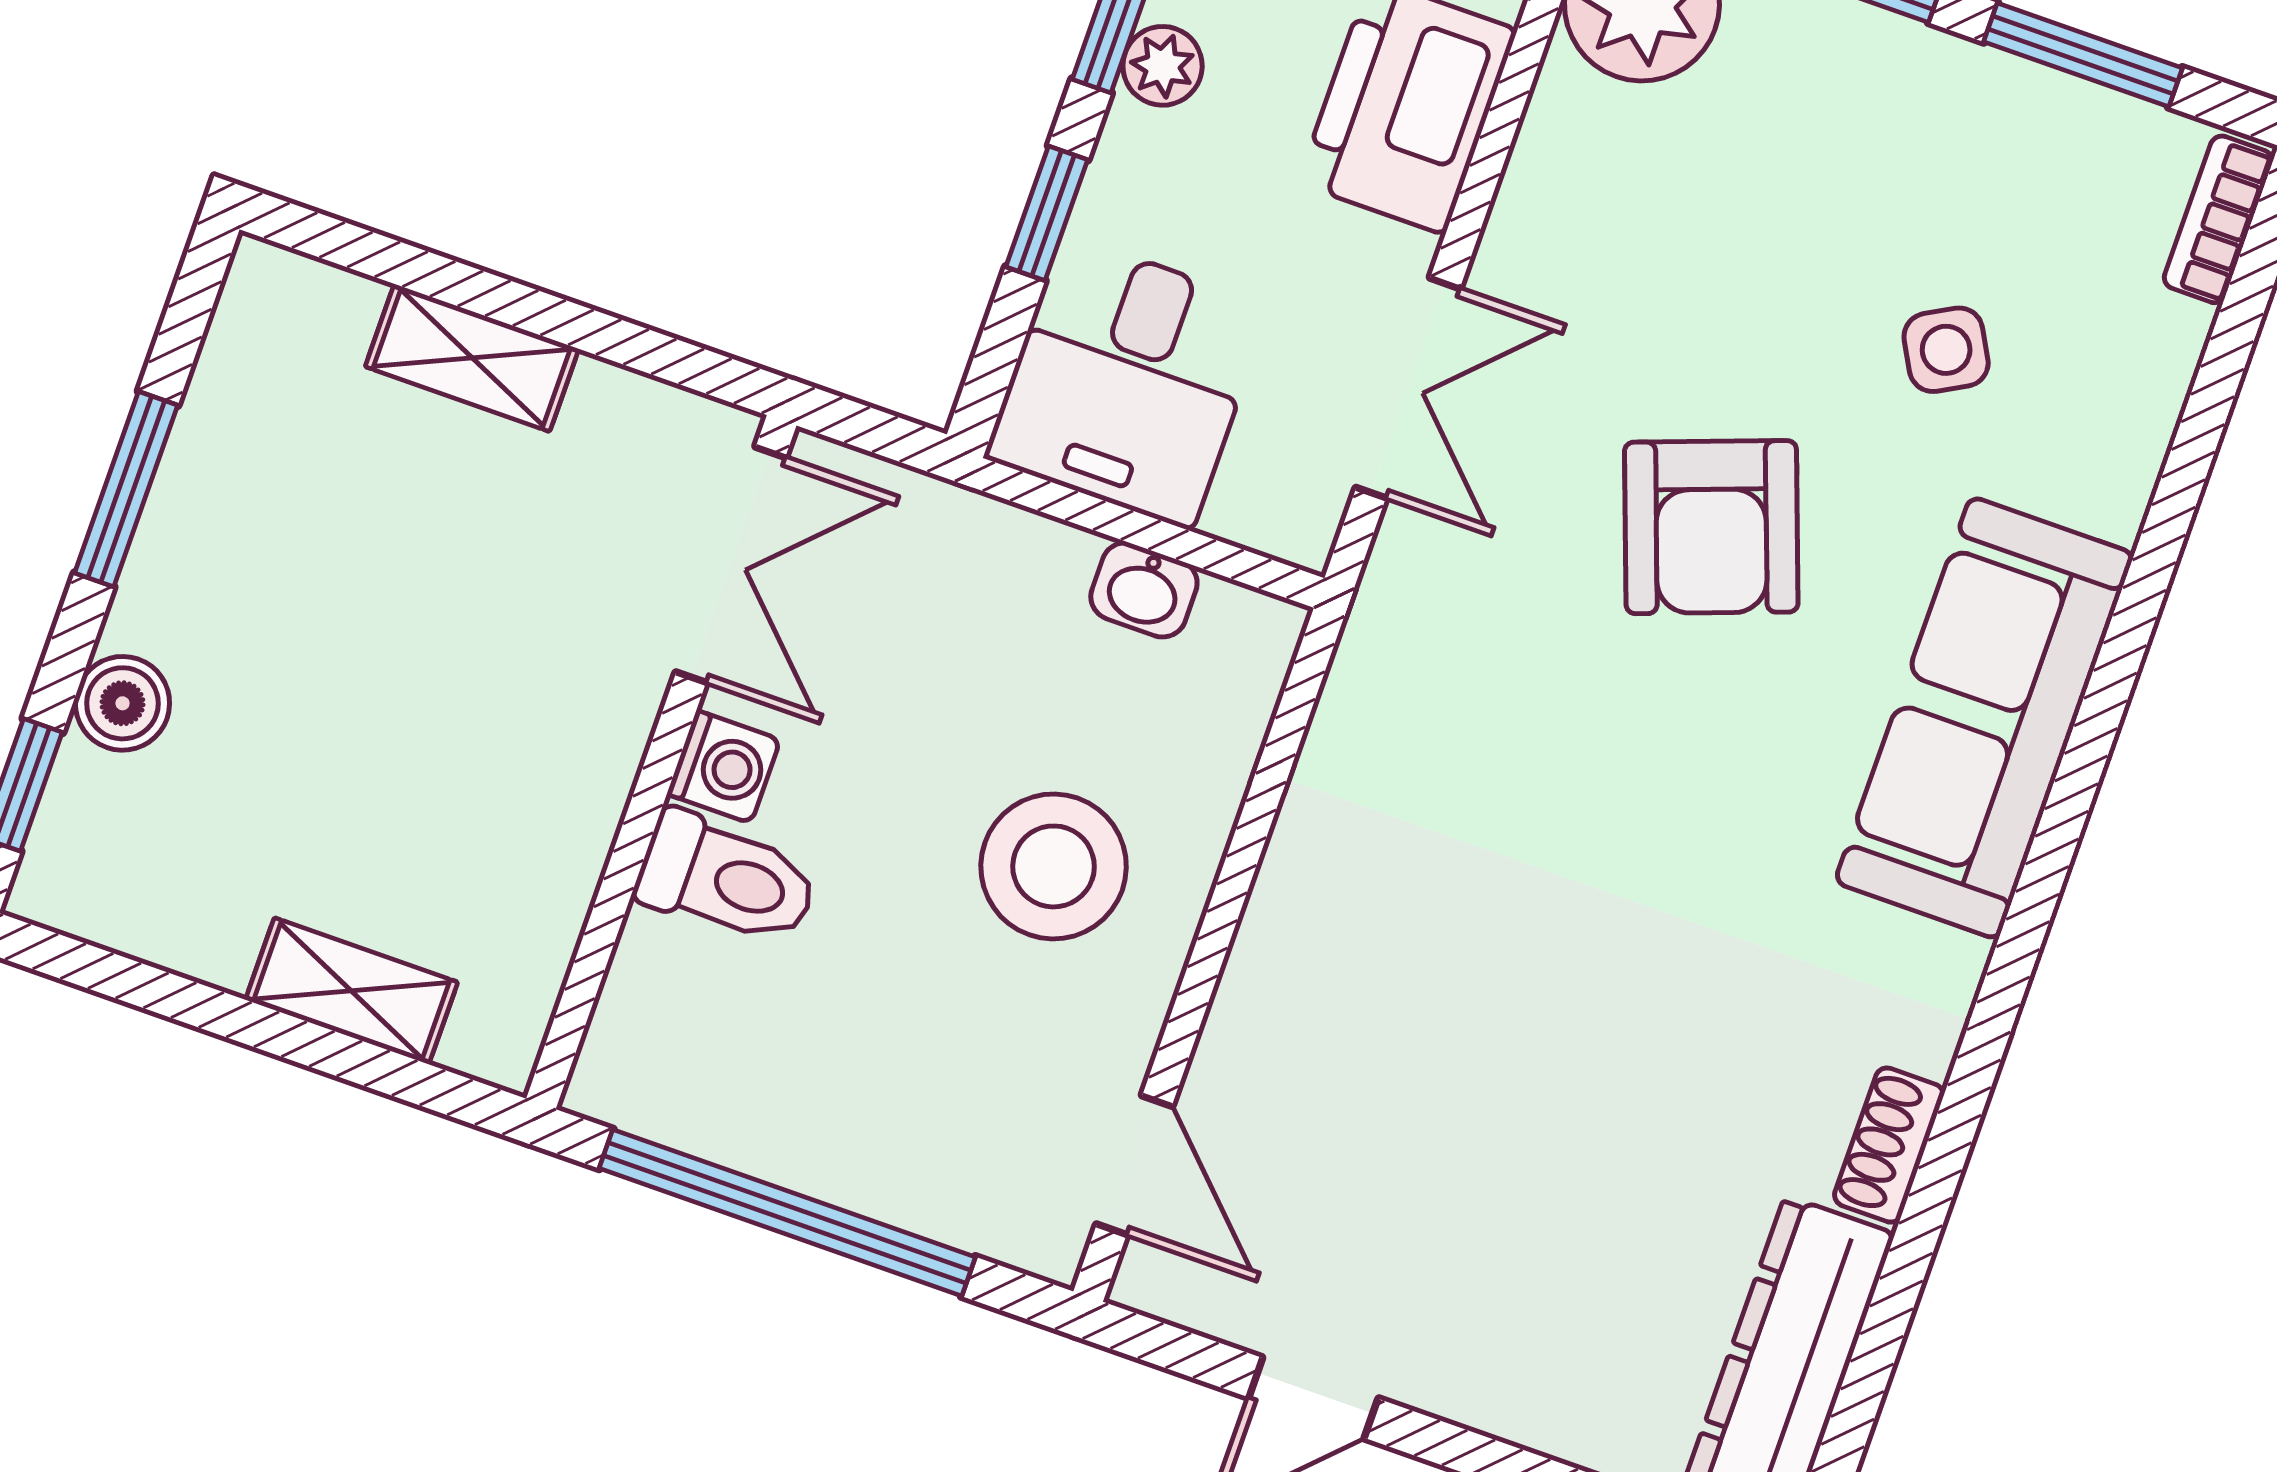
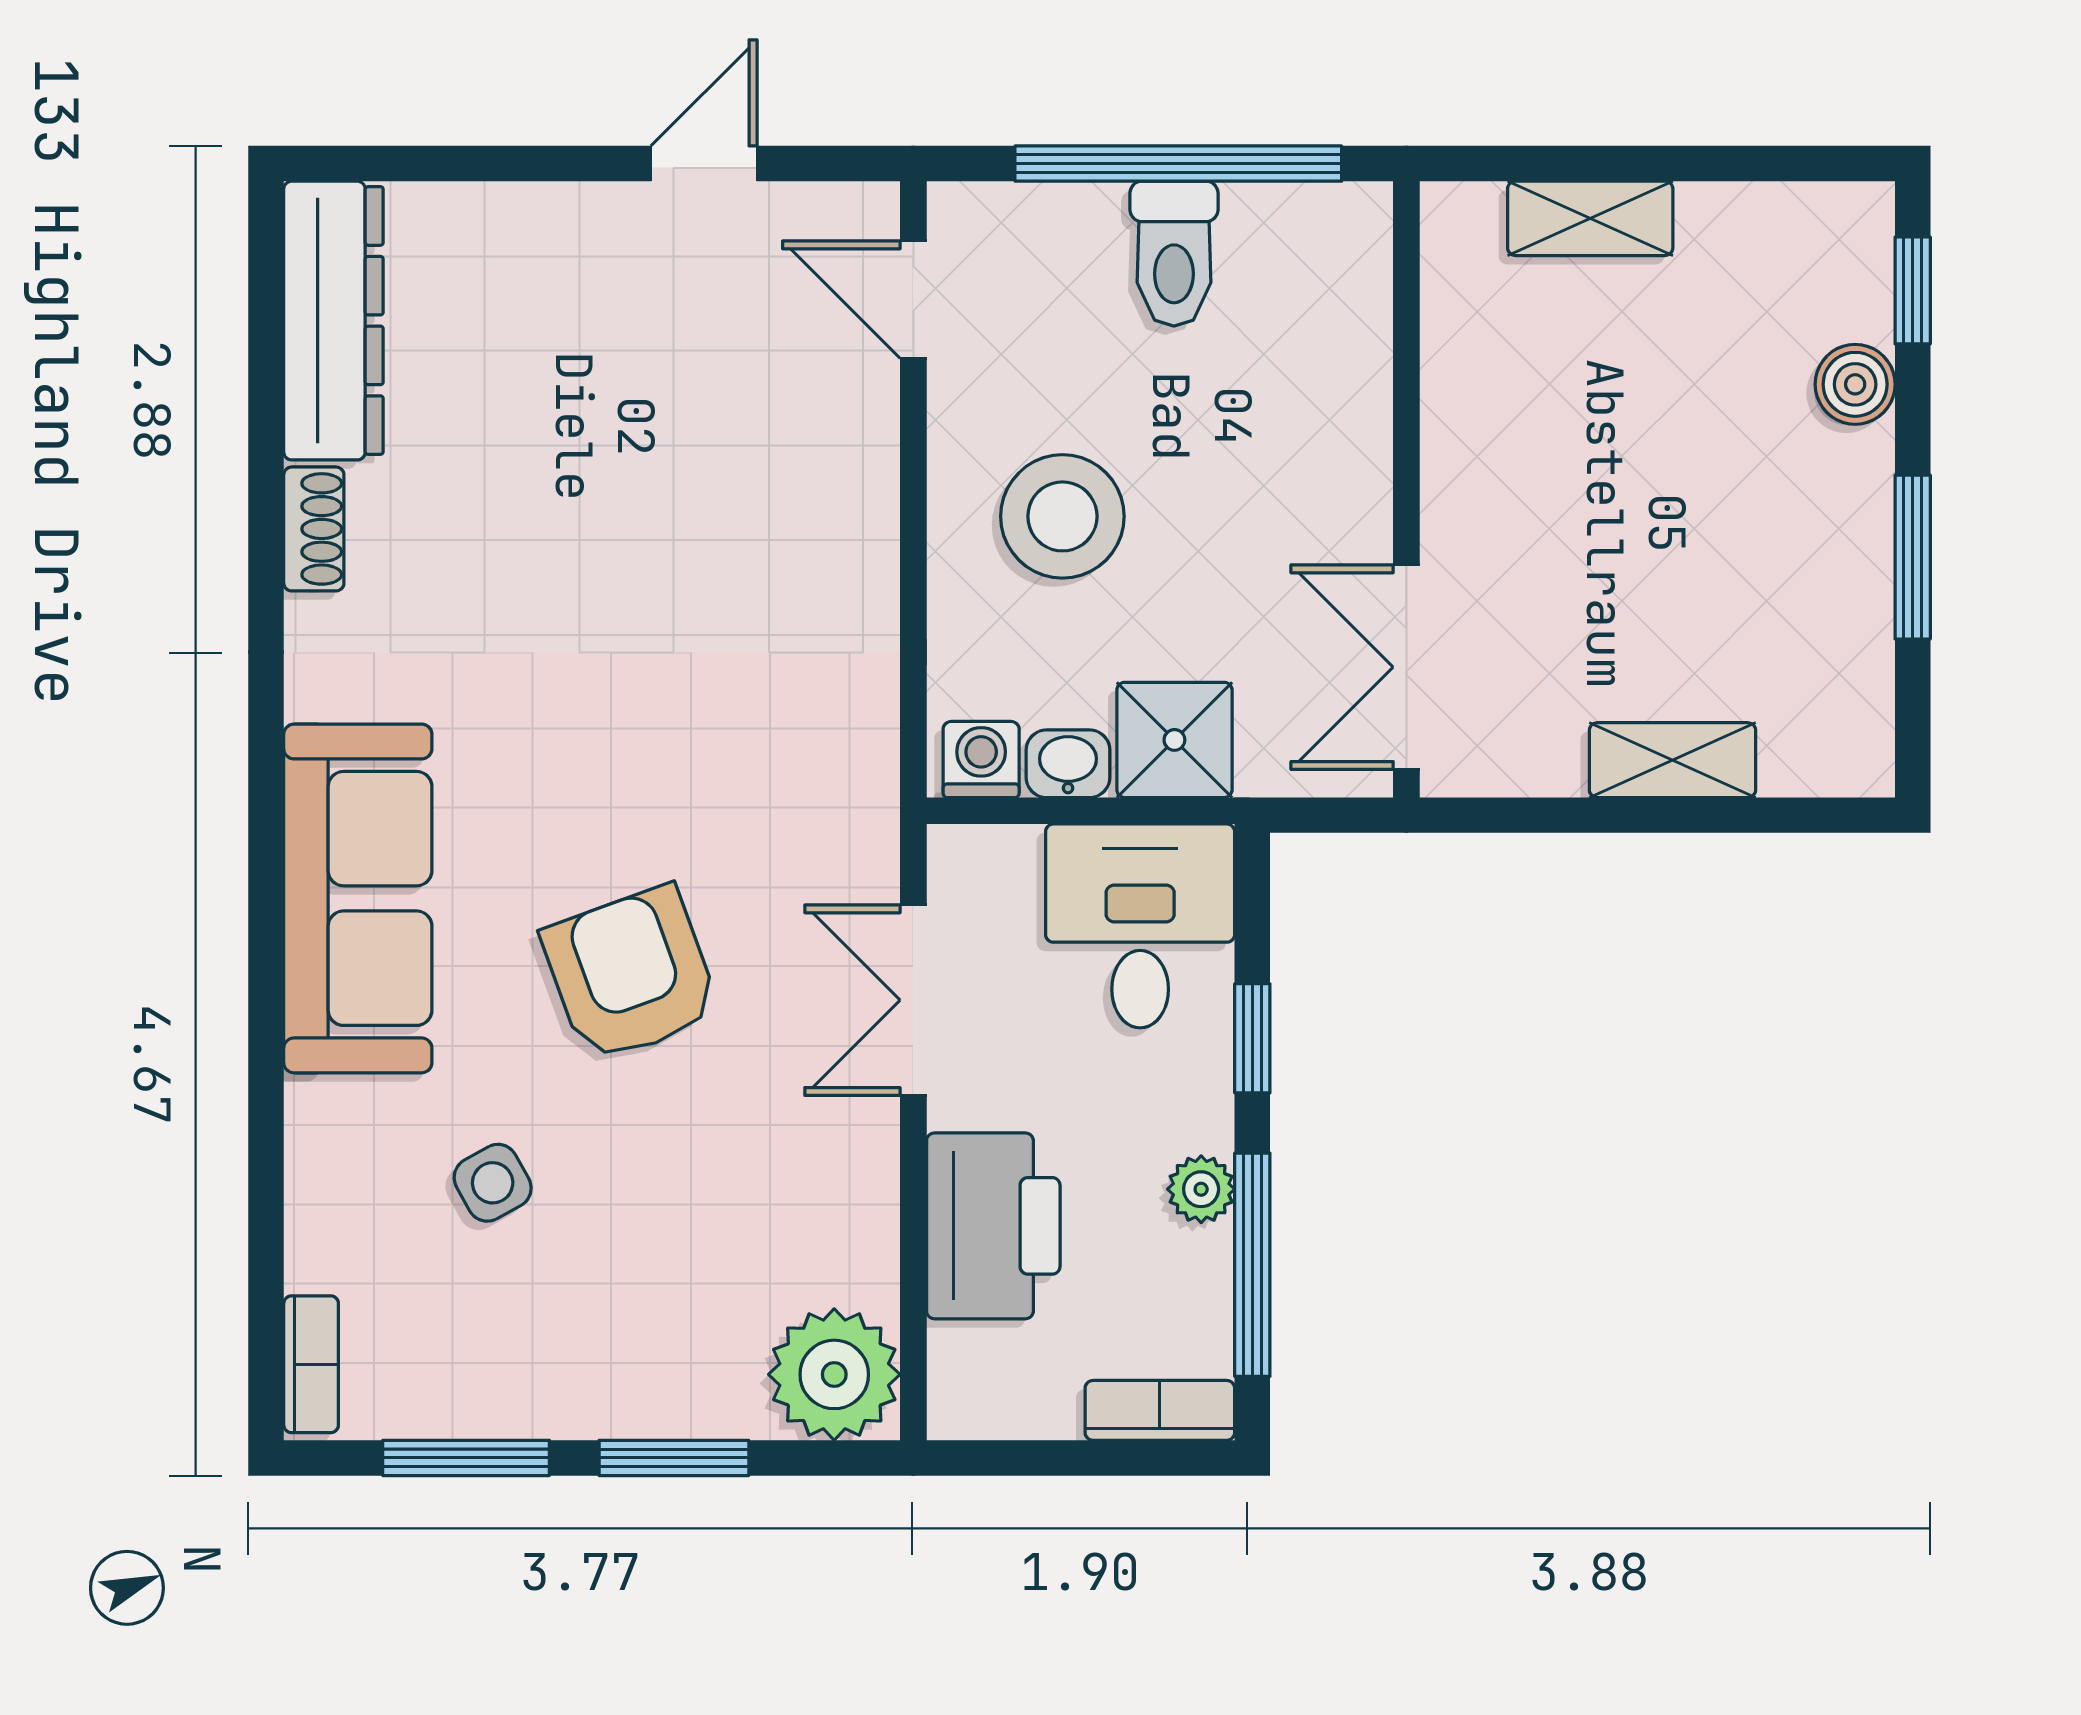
shower: (1017, 575) -> (1174, 740), added
washing machine: (724, 767) -> (981, 759), moved, turned 90
toilet: (727, 879) -> (1174, 254), moved, turned -90

